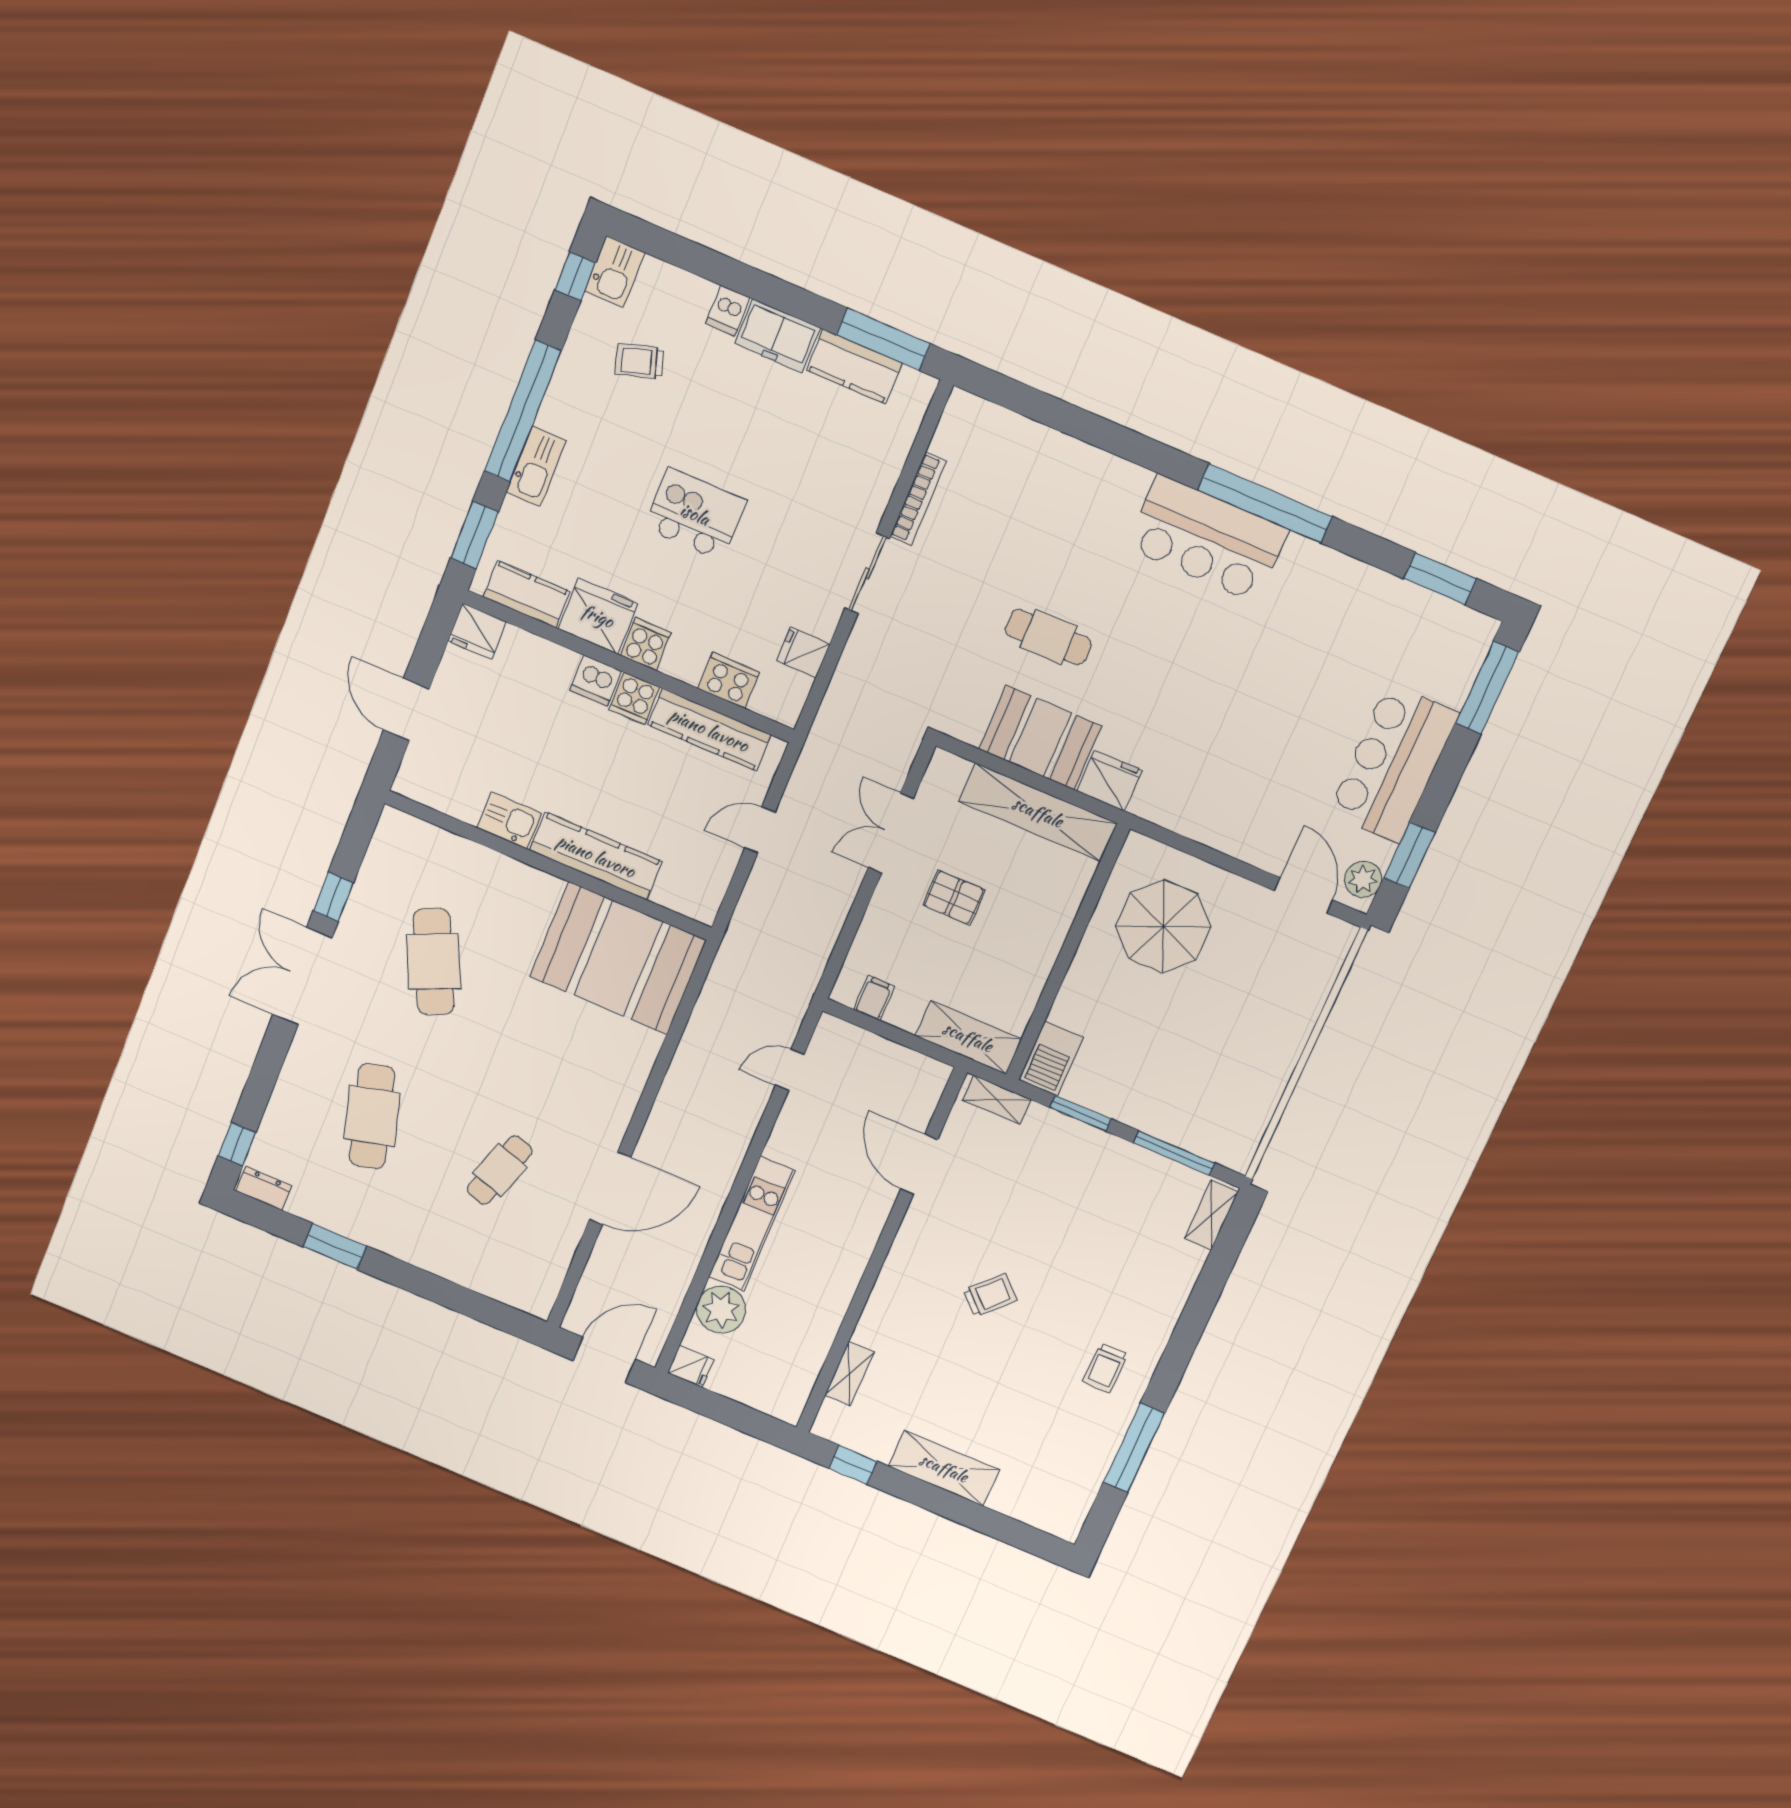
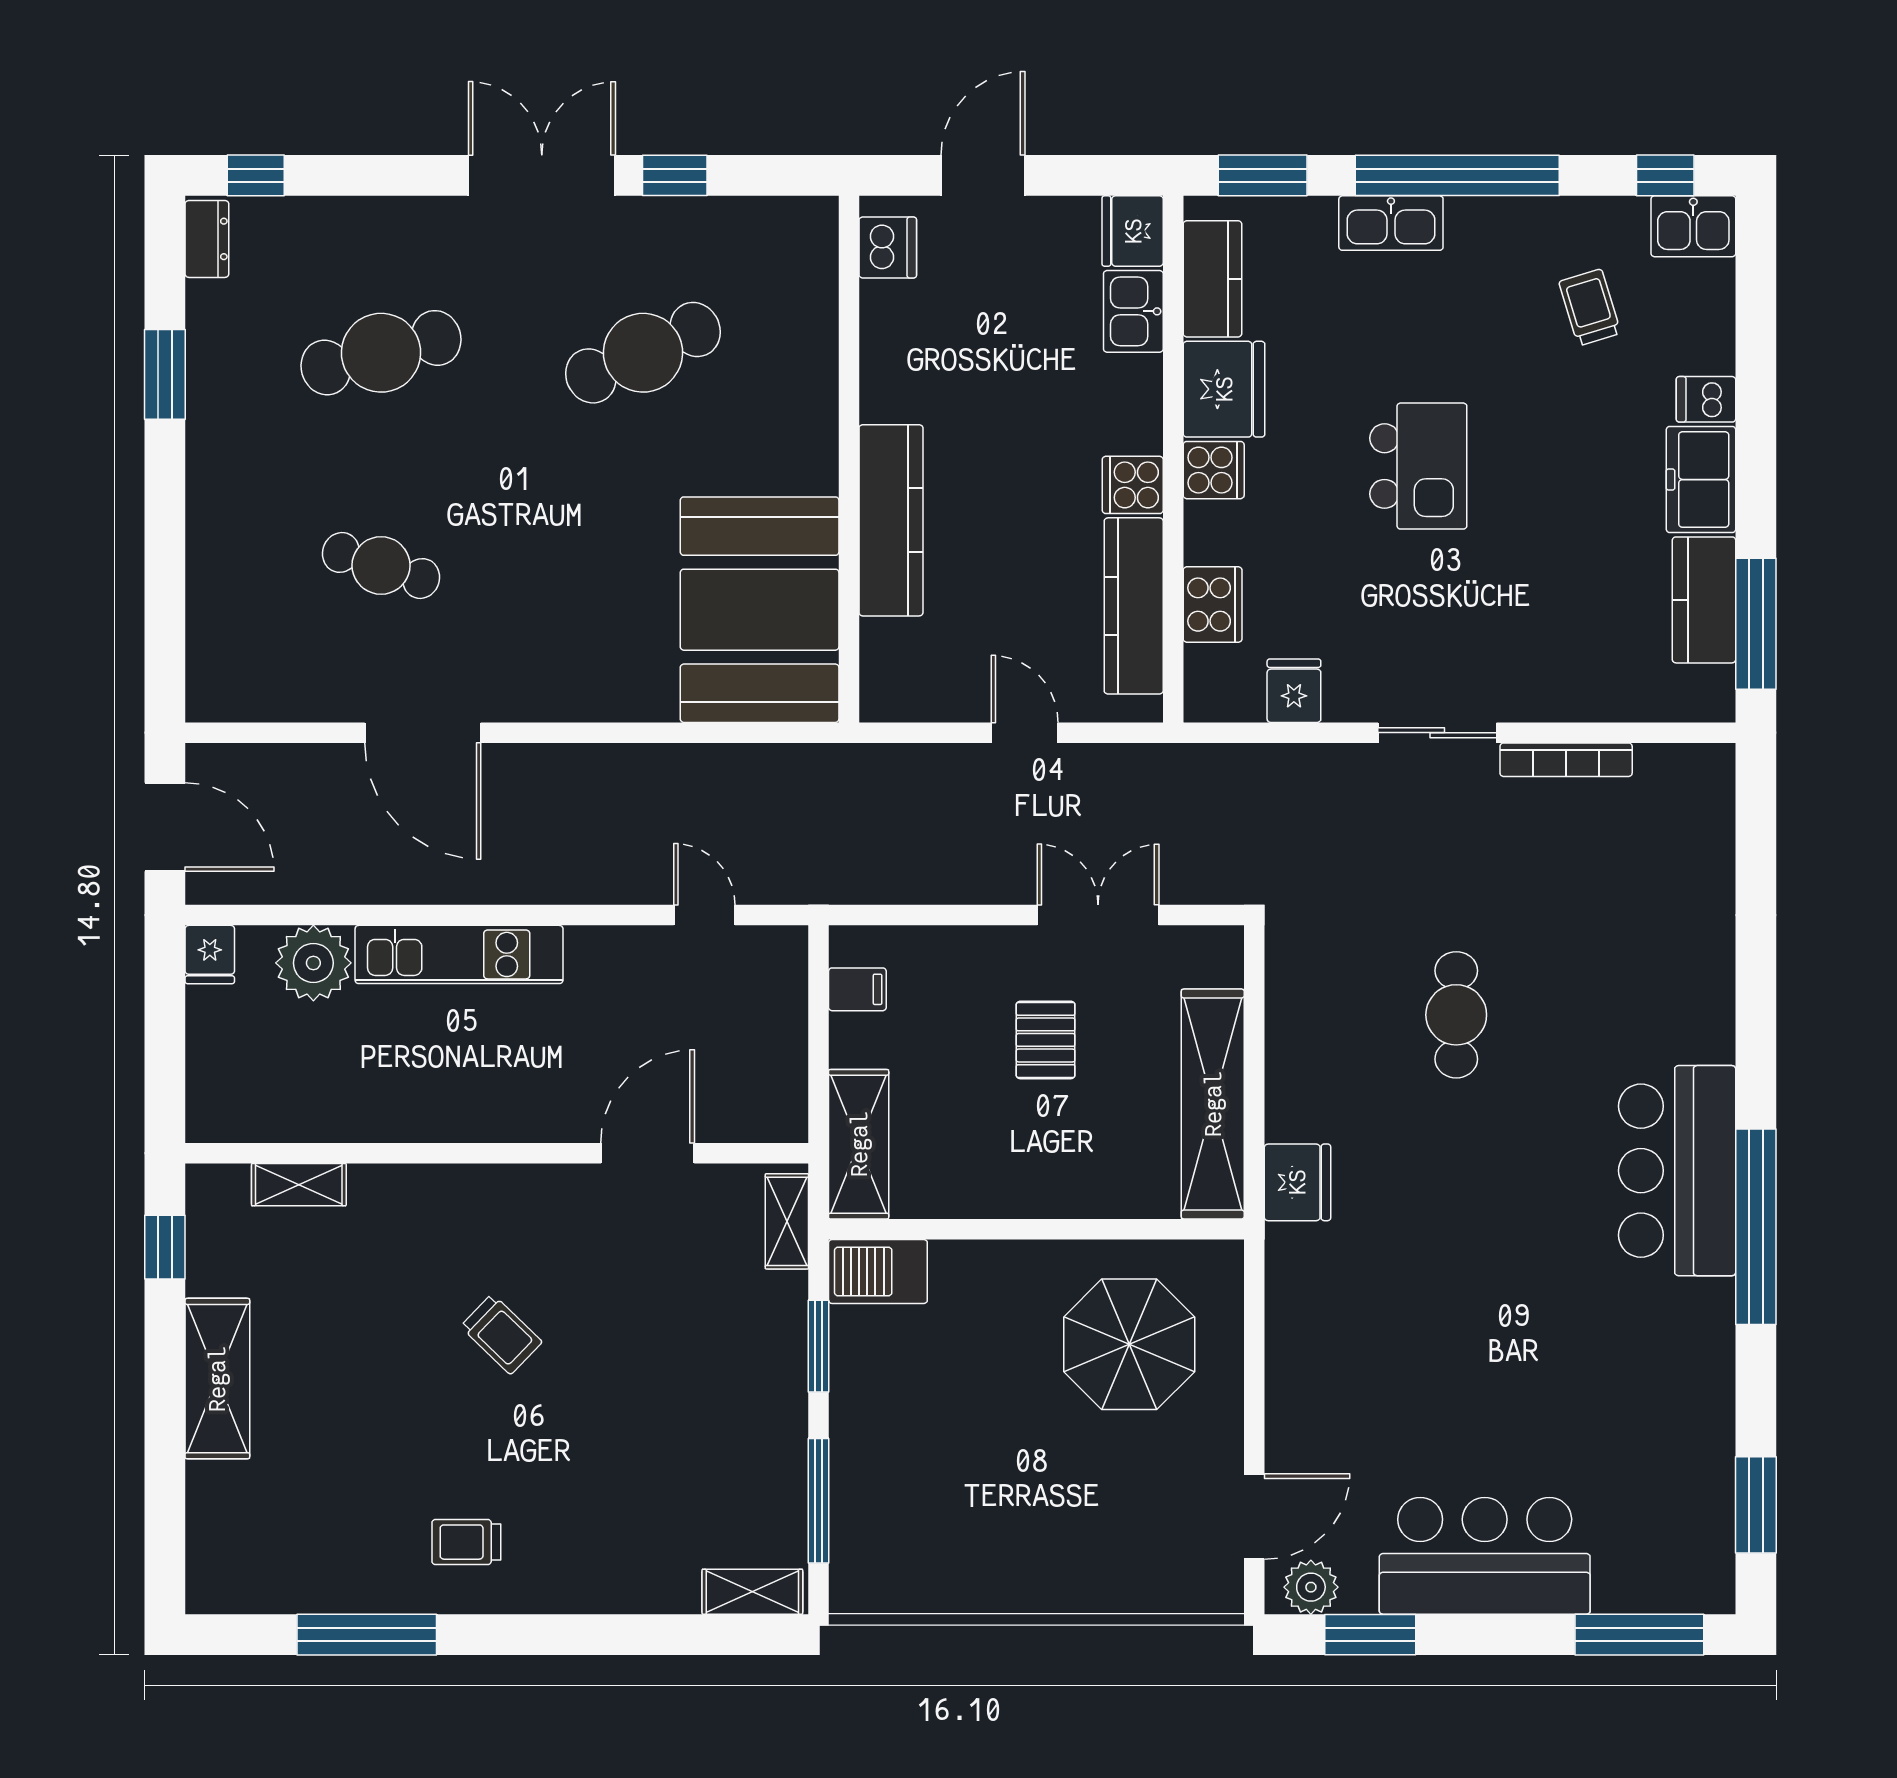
dishwasher: (596, 681) -> (888, 247), moved, turned 180
booth: (1040, 737) -> (1316, 1063), removed
kitchen sink: (509, 821) -> (1133, 311), moved, turned 180

